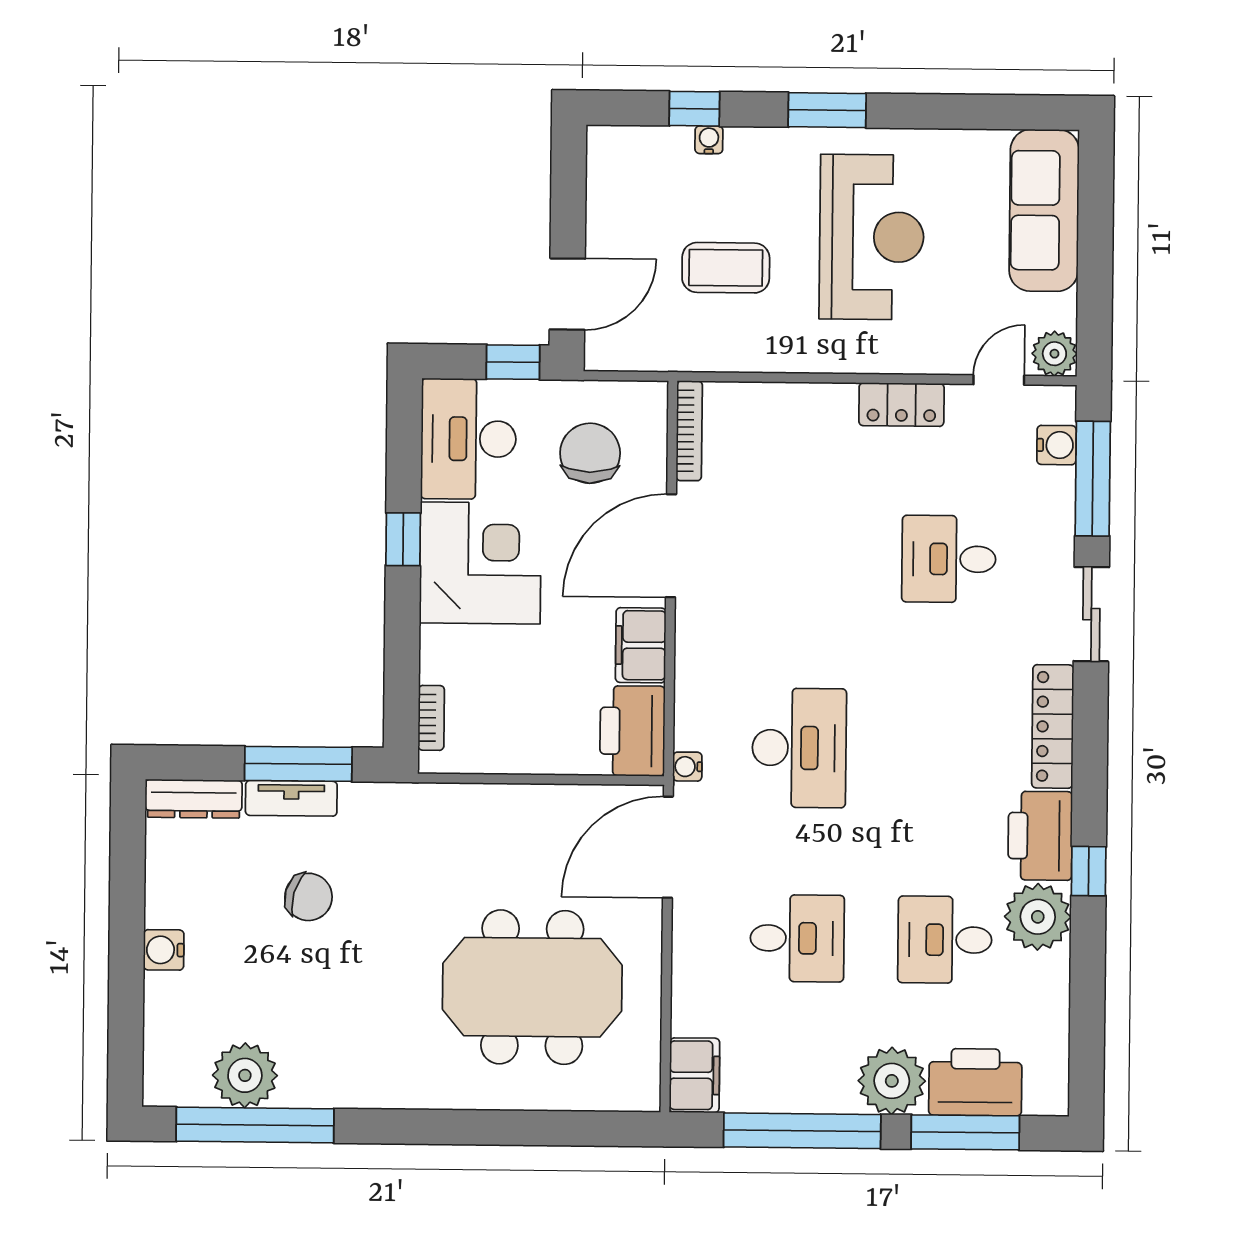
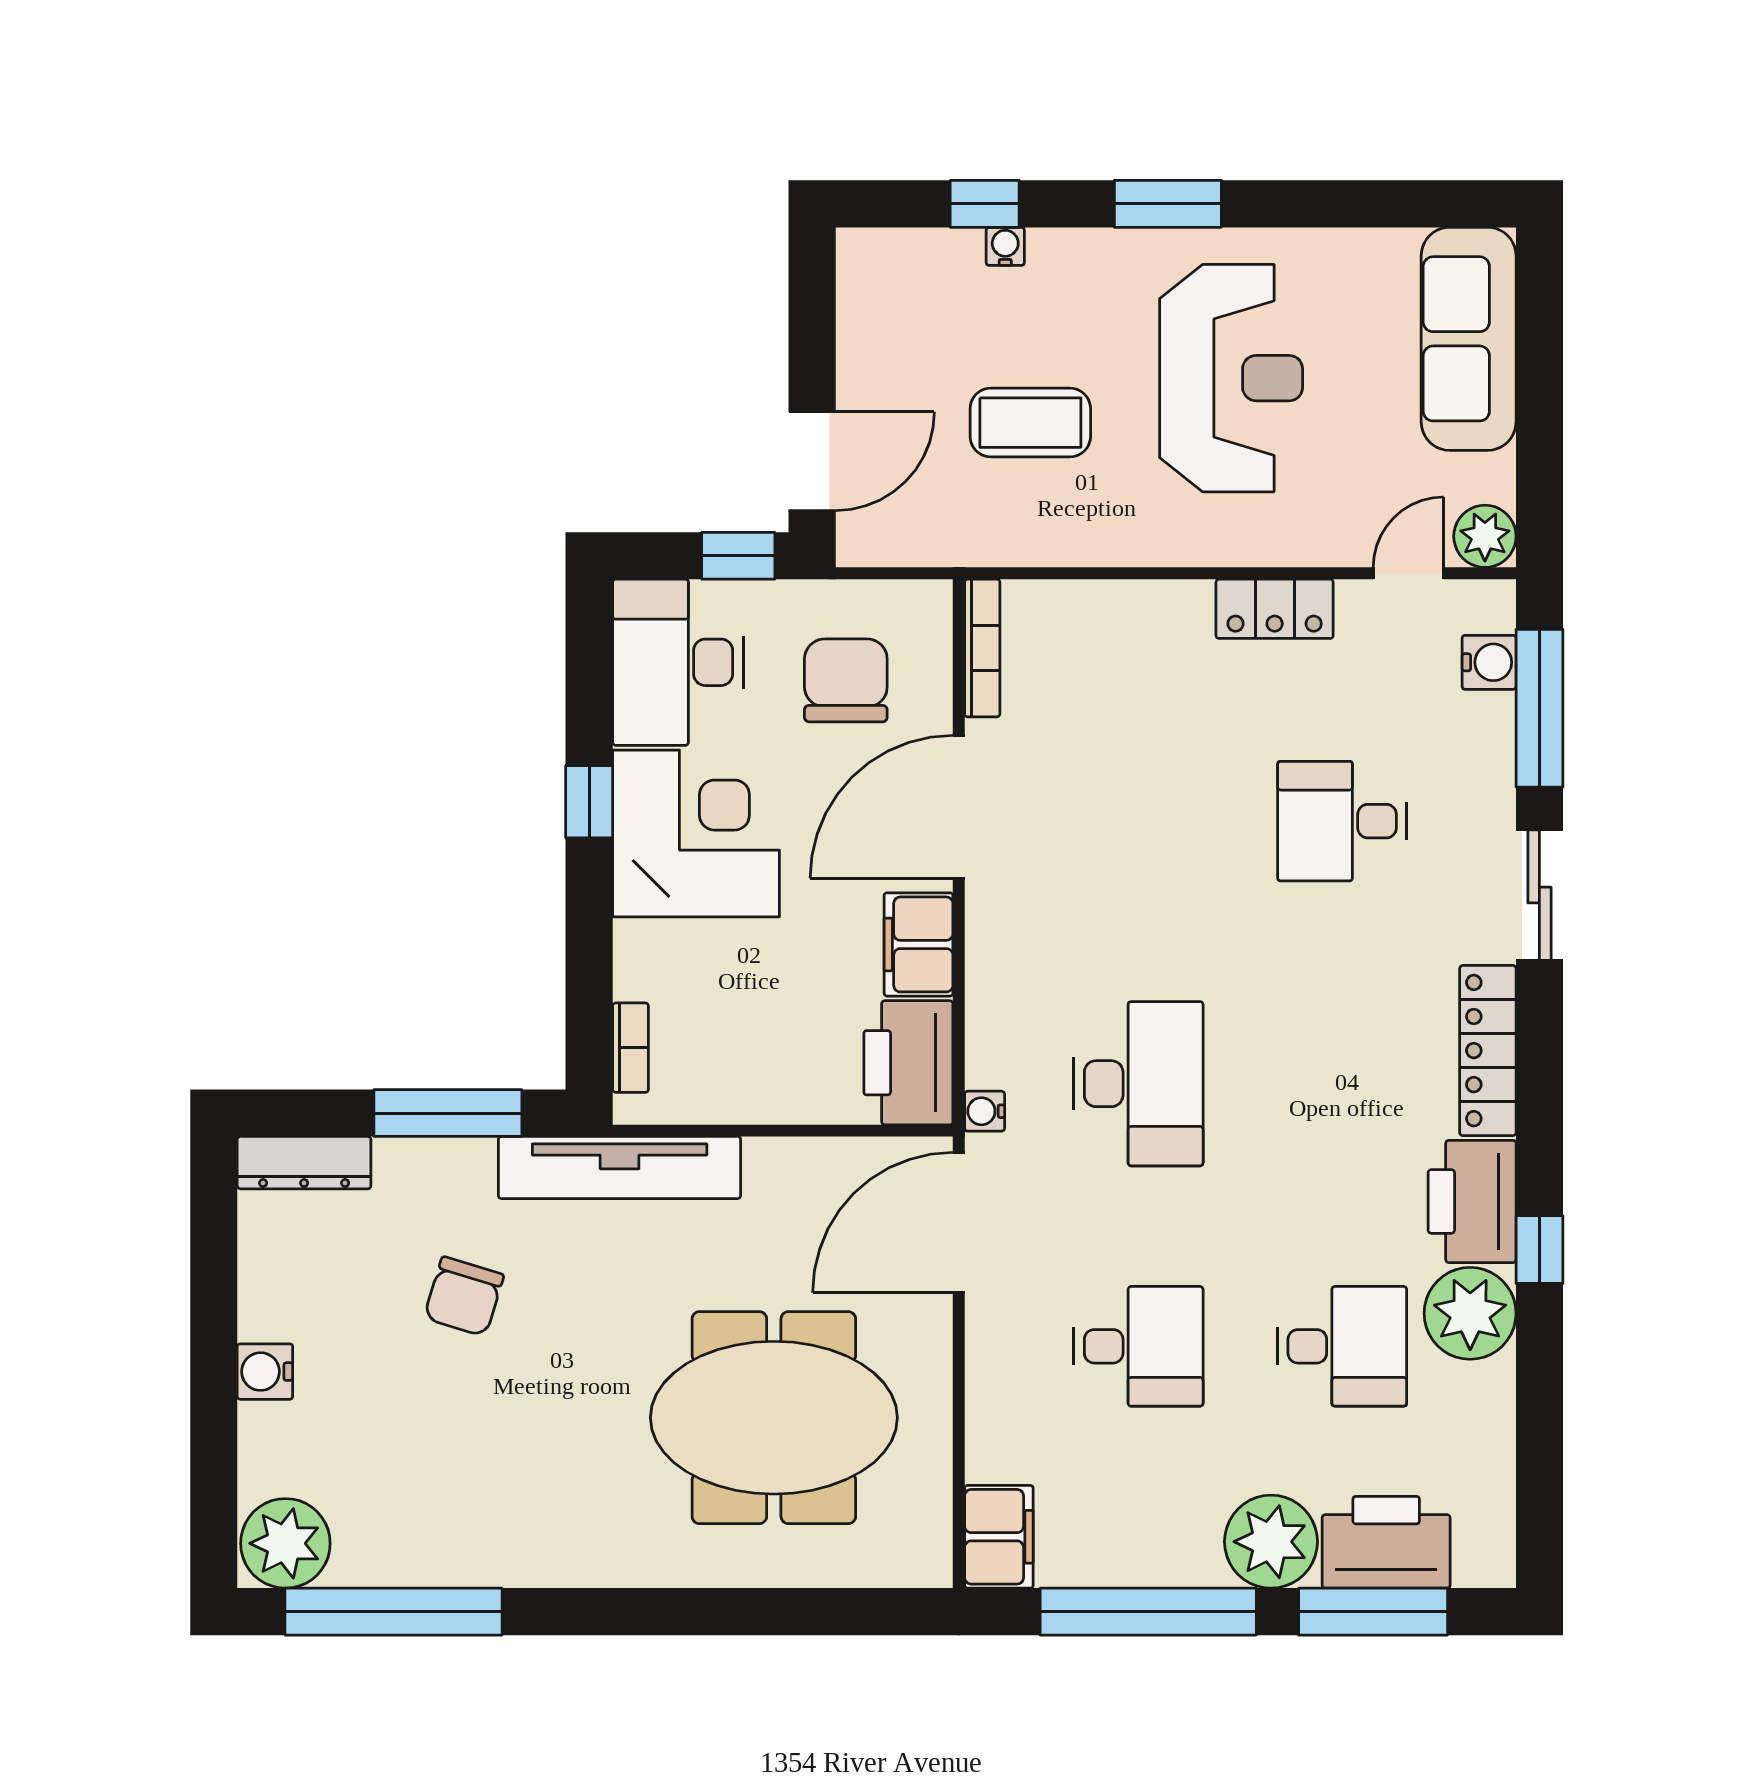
tv unit: (291, 798) -> (620, 1168), moved, width x1.92, depth x1.29
chair: (308, 897) -> (464, 1296), turned 91
desk: (945, 940) -> (1342, 1346), turned 180
plant: (245, 1075) -> (285, 1543), moved

